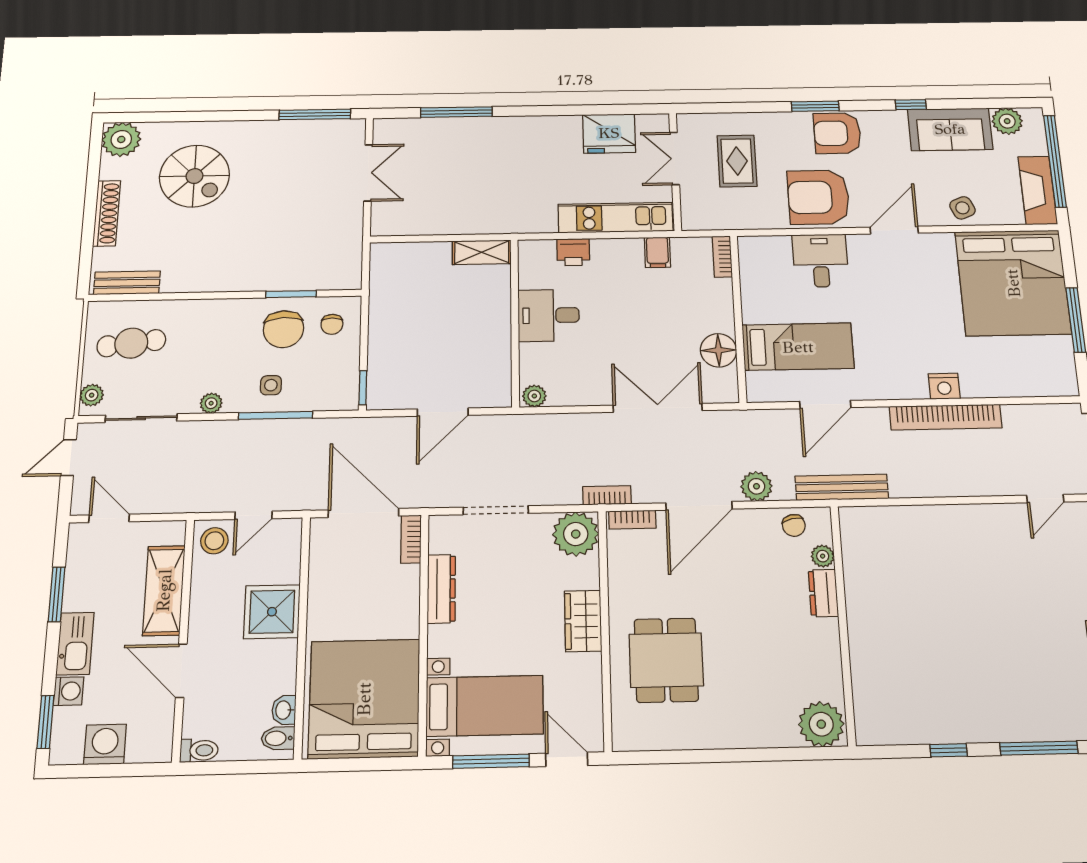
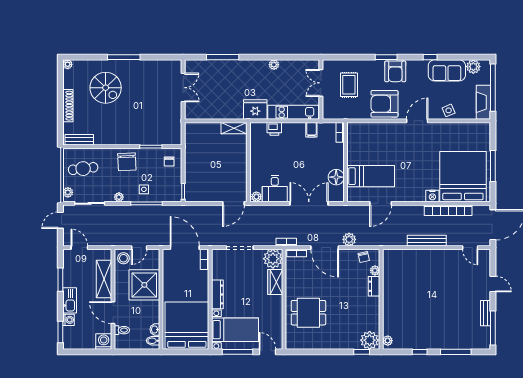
window: (315, 114) -> (124, 57), moved
plant: (570, 125) -> (274, 65), added
fridge: (609, 133) -> (255, 109), moved, turned 180
armchair: (837, 133) -> (395, 71), turned -90
plant: (121, 139) -> (68, 64), width x0.53, depth x0.53
desk: (820, 261) -> (383, 135), removed
bed: (1013, 283) -> (463, 177), moved, turned 180
desk: (549, 315) -> (275, 189), moved, turned -90
chair: (283, 329) -> (127, 162), moved
door: (443, 412) -> (233, 203), moved
bookcase: (946, 417) -> (448, 210), moved
bench: (842, 487) -> (427, 241), moved
door: (1045, 499) -> (470, 248), hinge flipped
door: (699, 506) -> (325, 248), hinge flipped
dresser: (441, 589) -> (217, 294), moved
shower: (272, 612) -> (144, 285), width x1.37, depth x1.37
wardrobe: (583, 621) -> (275, 282), moved
dining table: (666, 660) -> (308, 313), turned 90
plant: (866, 724) -> (388, 341), added
washing machine: (105, 744) -> (104, 342), moved
toilet: (199, 750) -> (122, 330), moved
window: (804, 754) -> (362, 352), added

